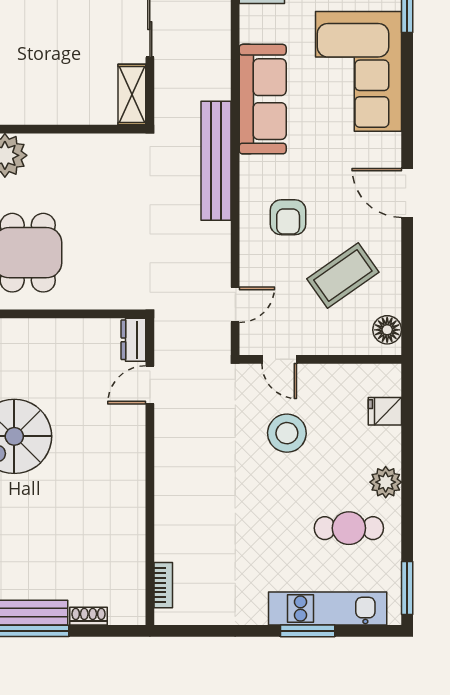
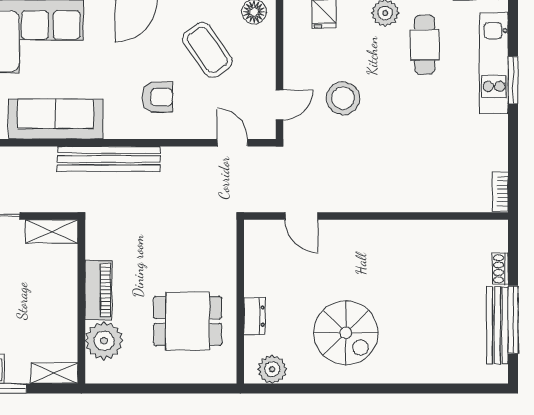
piano: (64, 149) -> (98, 290), added
dresser: (133, 340) -> (254, 316), moved, turned -90
bookcase: (163, 585) -> (500, 192), moved, turned -90

